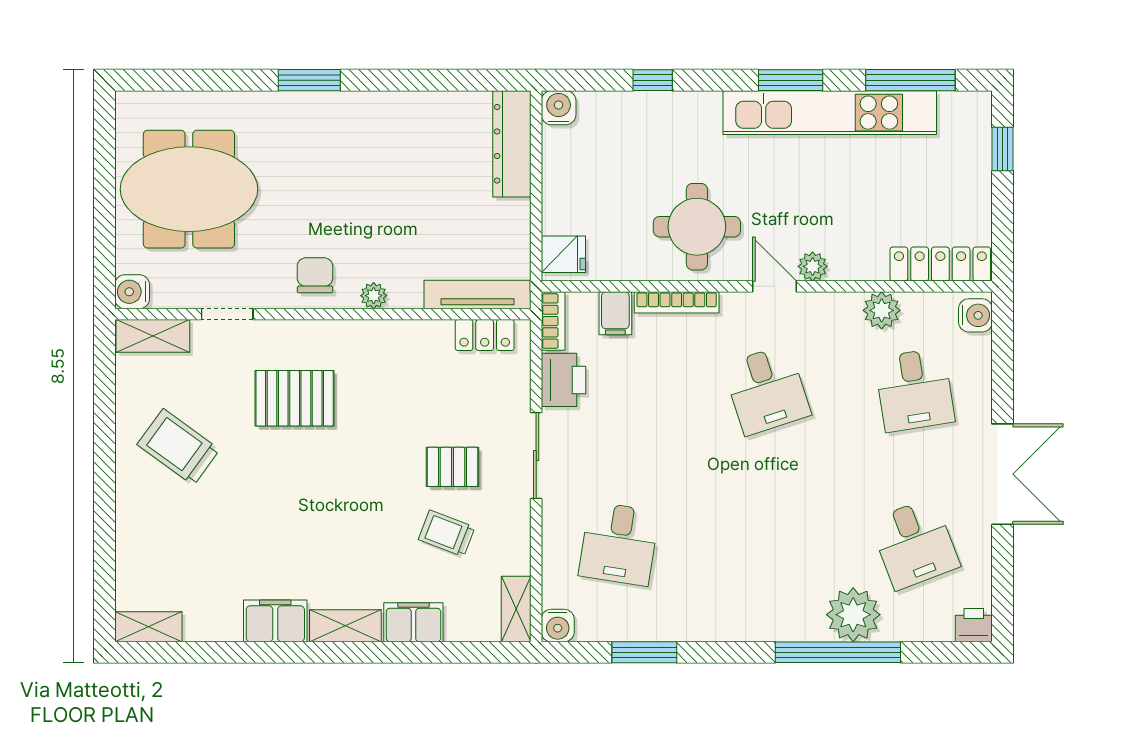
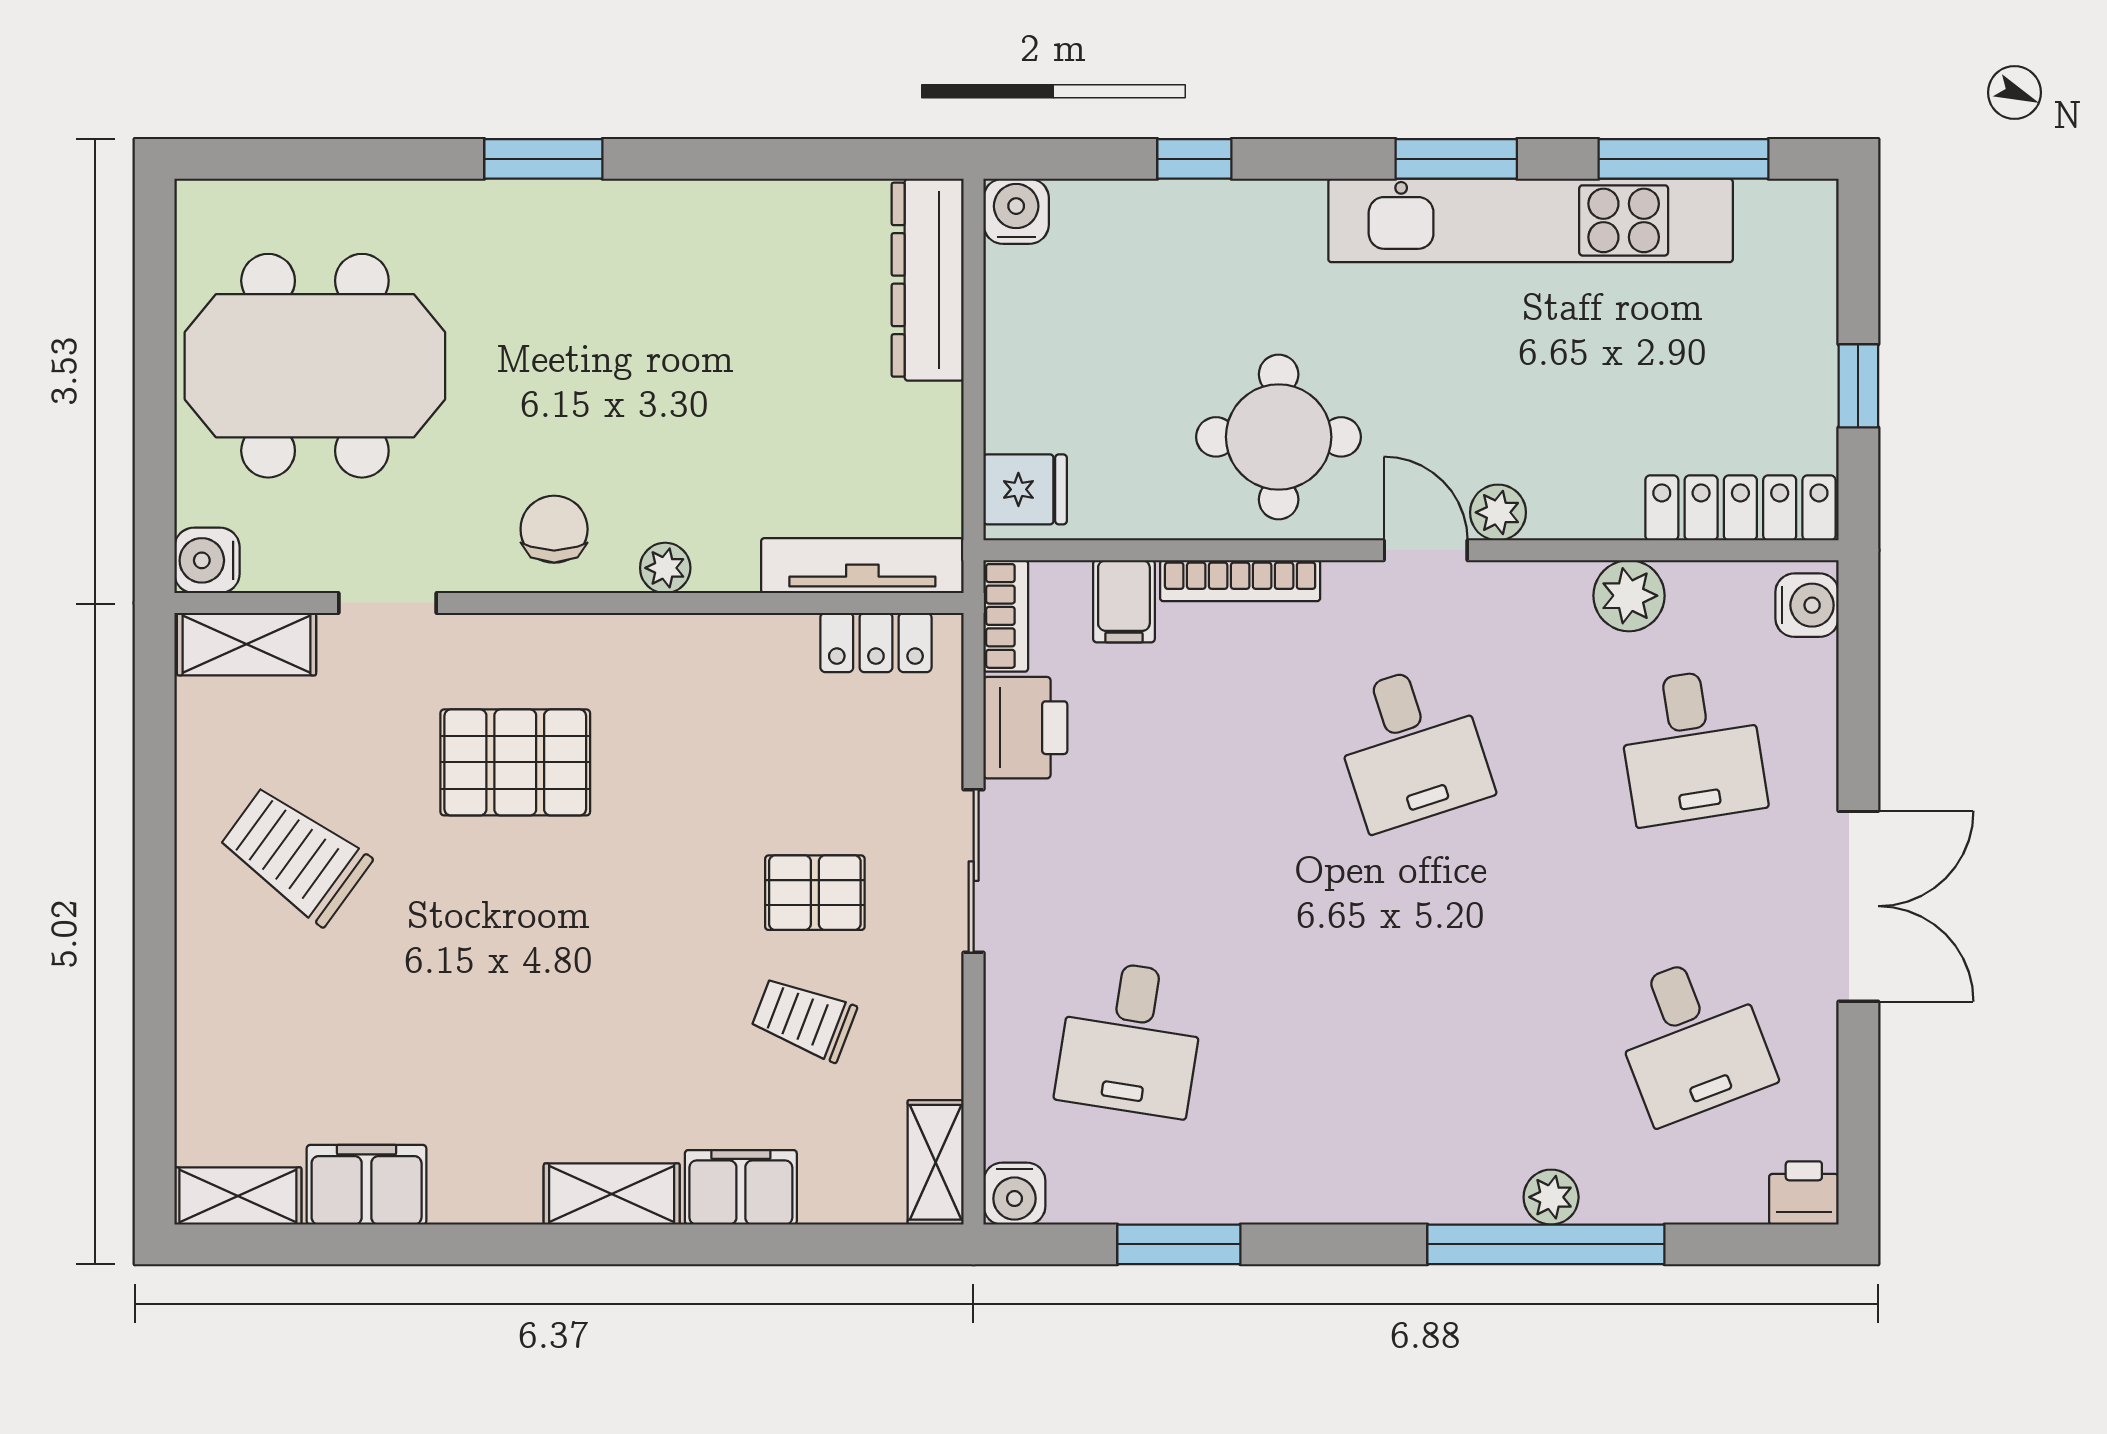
window: (1003, 149) -> (1858, 386), moved
plant: (853, 615) -> (1551, 1197), width x0.53, depth x0.53
filing cabinet: (275, 621) -> (367, 1185), moved

